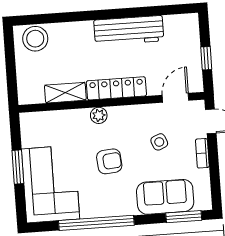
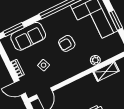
locker: (116, 88) -> (79, 85), removed
plant: (99, 115) -> (95, 60), moved

